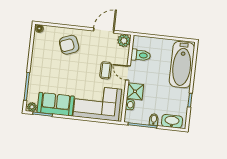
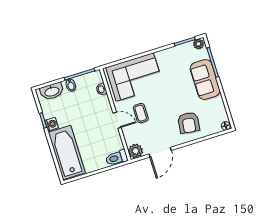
armchair: (69, 45) -> (189, 123), turned 118
toilet: (141, 55) -> (117, 158), moved
shower: (135, 91) -> (102, 105), removed
washing machine: (184, 94) -> (51, 124), added
sofa: (56, 104) -> (205, 79), moved, turned 90

